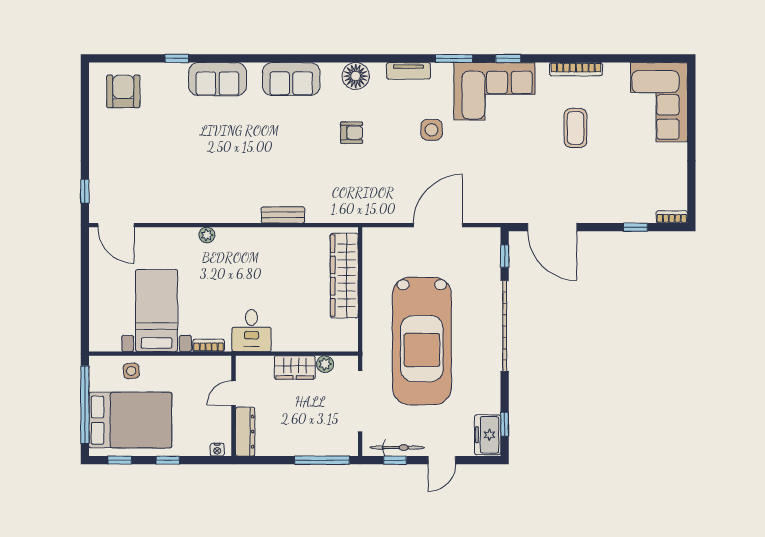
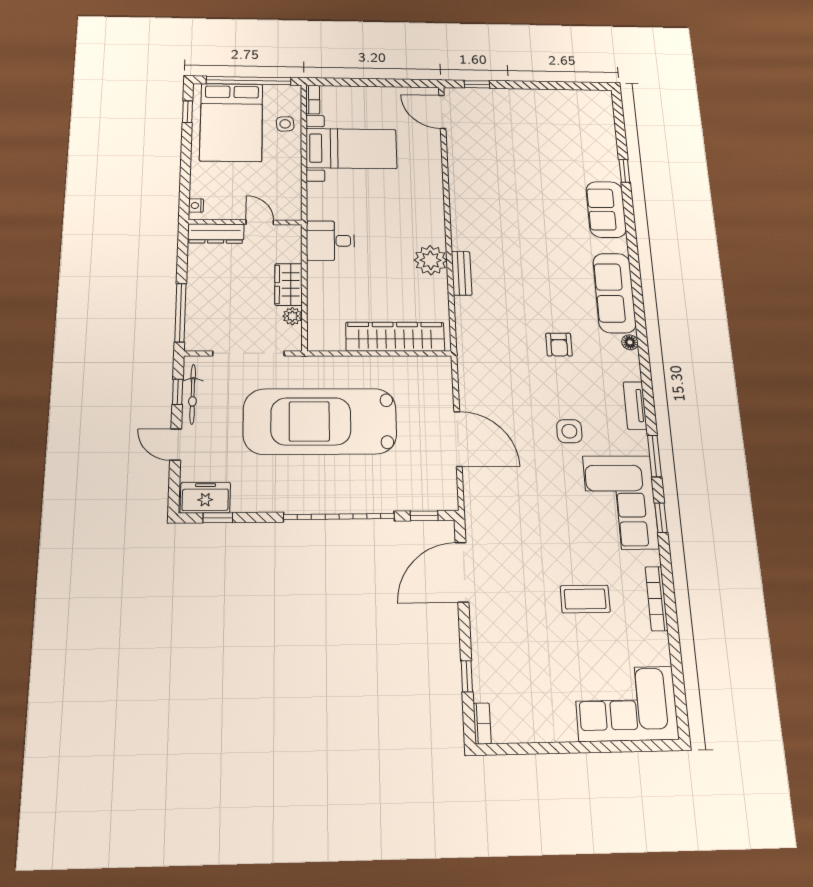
floor lamp: (356, 76) -> (630, 342), width x0.53, depth x0.53
sofa: (291, 79) -> (614, 293), width x1.36
armchair: (123, 91) -> (585, 121), removed
door: (116, 225) -> (442, 112), hinge flipped
plant: (207, 235) -> (431, 260), moved, width x1.87, depth x1.87
bookcase: (209, 345) -> (313, 100), moved
window: (168, 460) -> (186, 157), removed

